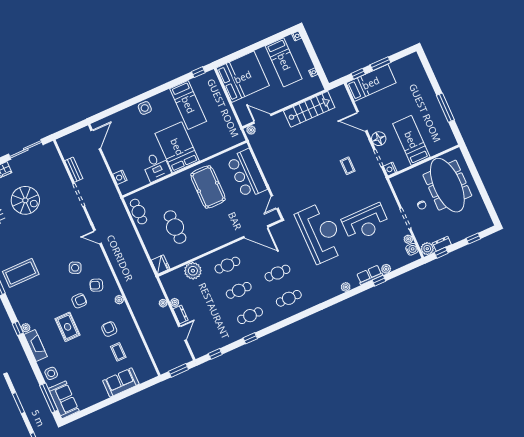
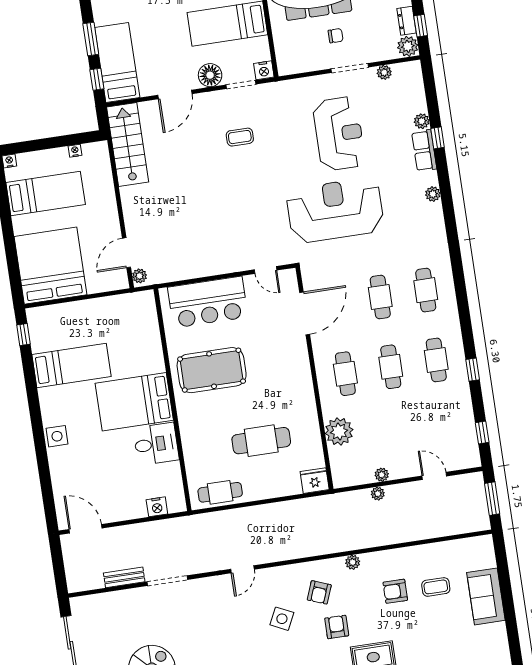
stairs: (309, 109) -> (128, 145), moved
water cooler: (412, 249) -> (402, 71), removed
dresser: (181, 314) -> (403, 471), removed

